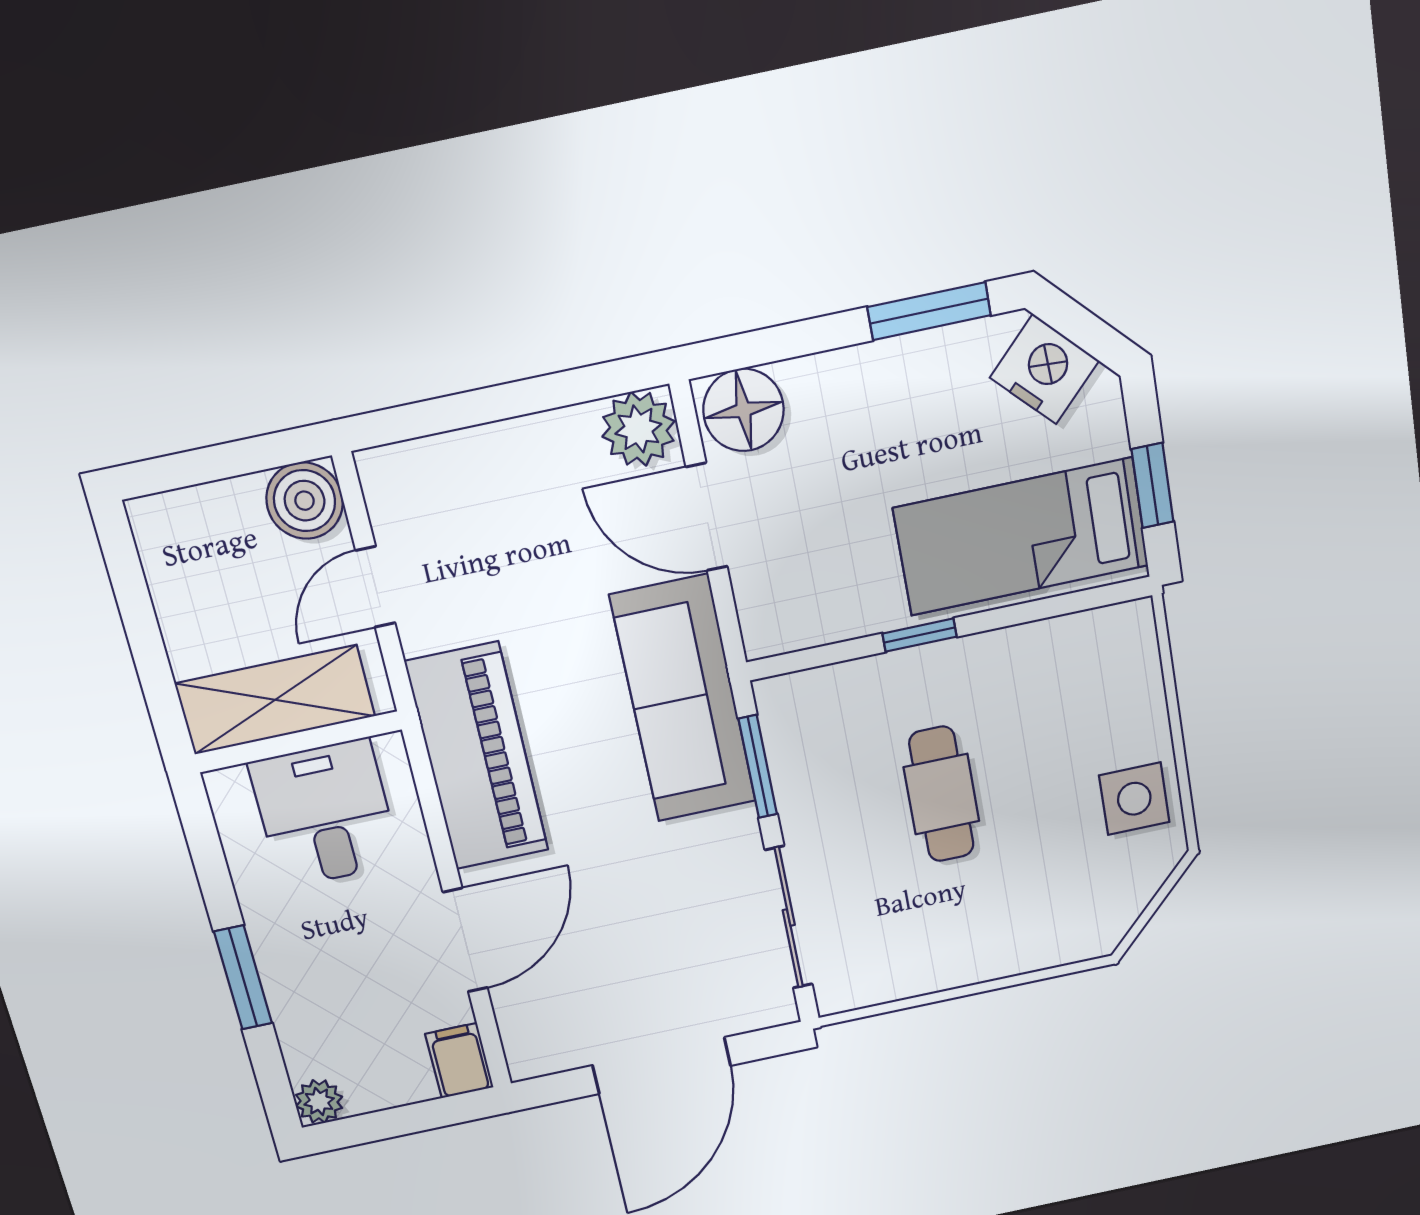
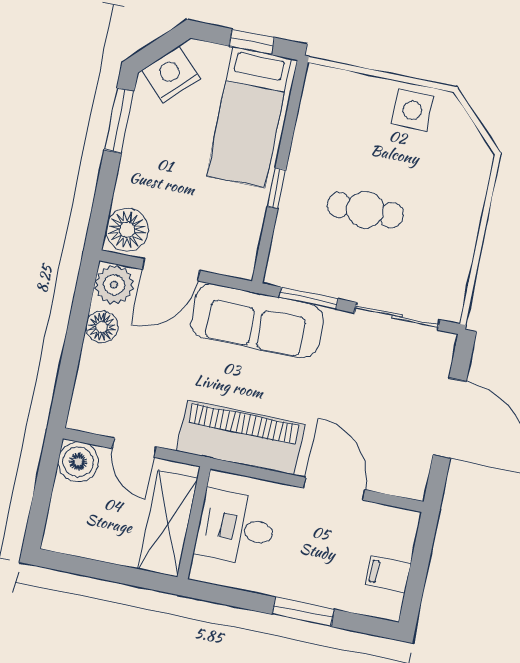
floor lamp: (556, 439) -> (102, 327), added
filing cabinet: (459, 1061) -> (388, 574), moved
plant: (319, 1101) -> (388, 606), removed

